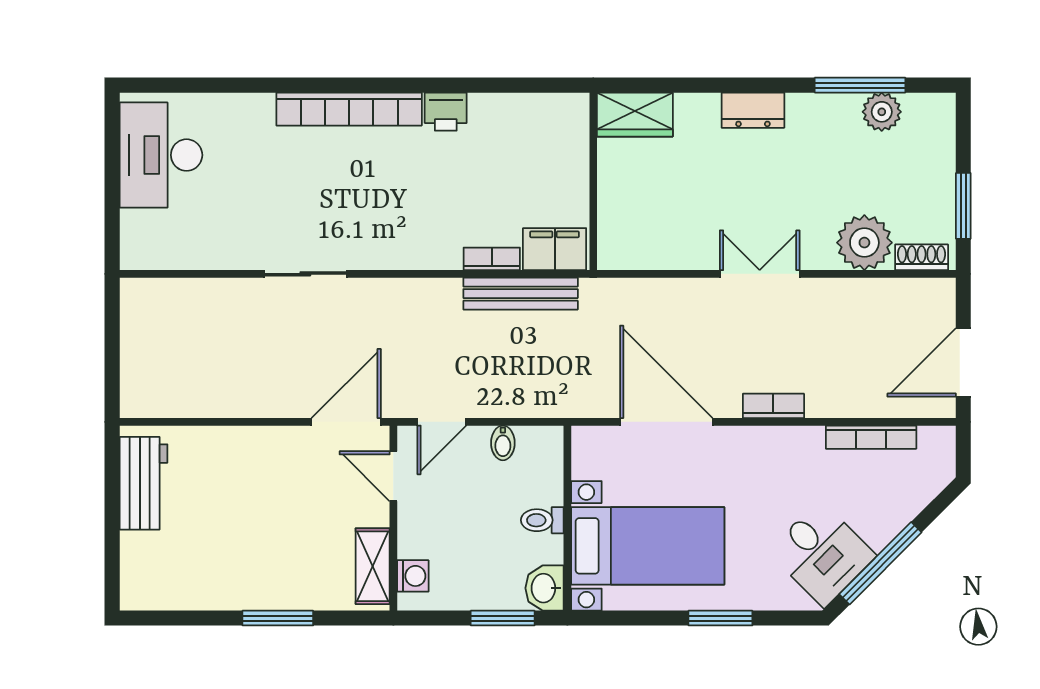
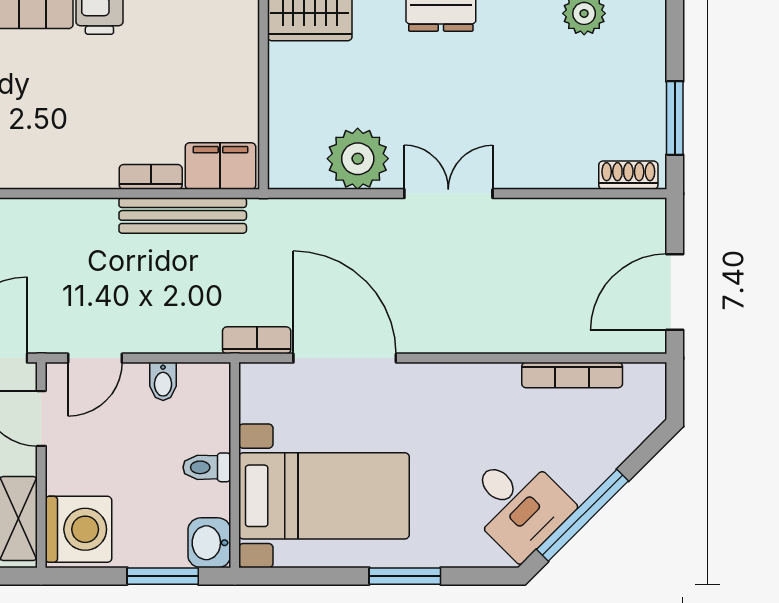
plant: (864, 243) -> (358, 159), moved
bookcase: (773, 406) -> (257, 340), moved
washing machine: (413, 576) -> (79, 529), width x1.89, depth x1.89

